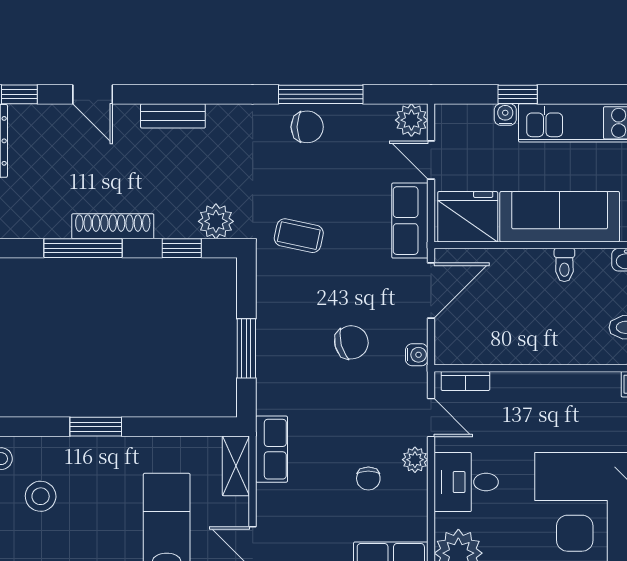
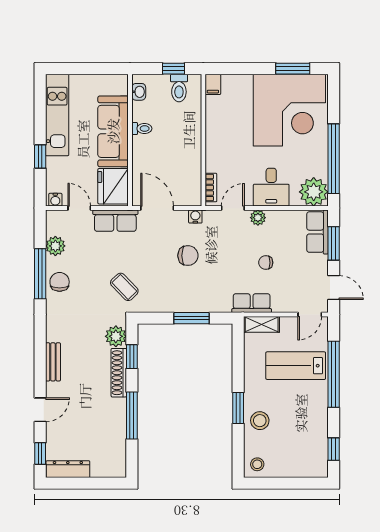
water cooler: (505, 115) -> (55, 200), moved, turned -90
plant: (411, 120) -> (55, 246), moved
door: (431, 160) -> (79, 208), swing flipped
shoe rack: (113, 226) -> (119, 373), moved
coffee table: (299, 236) -> (124, 287), turned -56
chair: (351, 342) -> (188, 256), turned 105
chair: (368, 478) -> (266, 263), moved, turned 180
stool: (41, 496) -> (260, 421), moved

